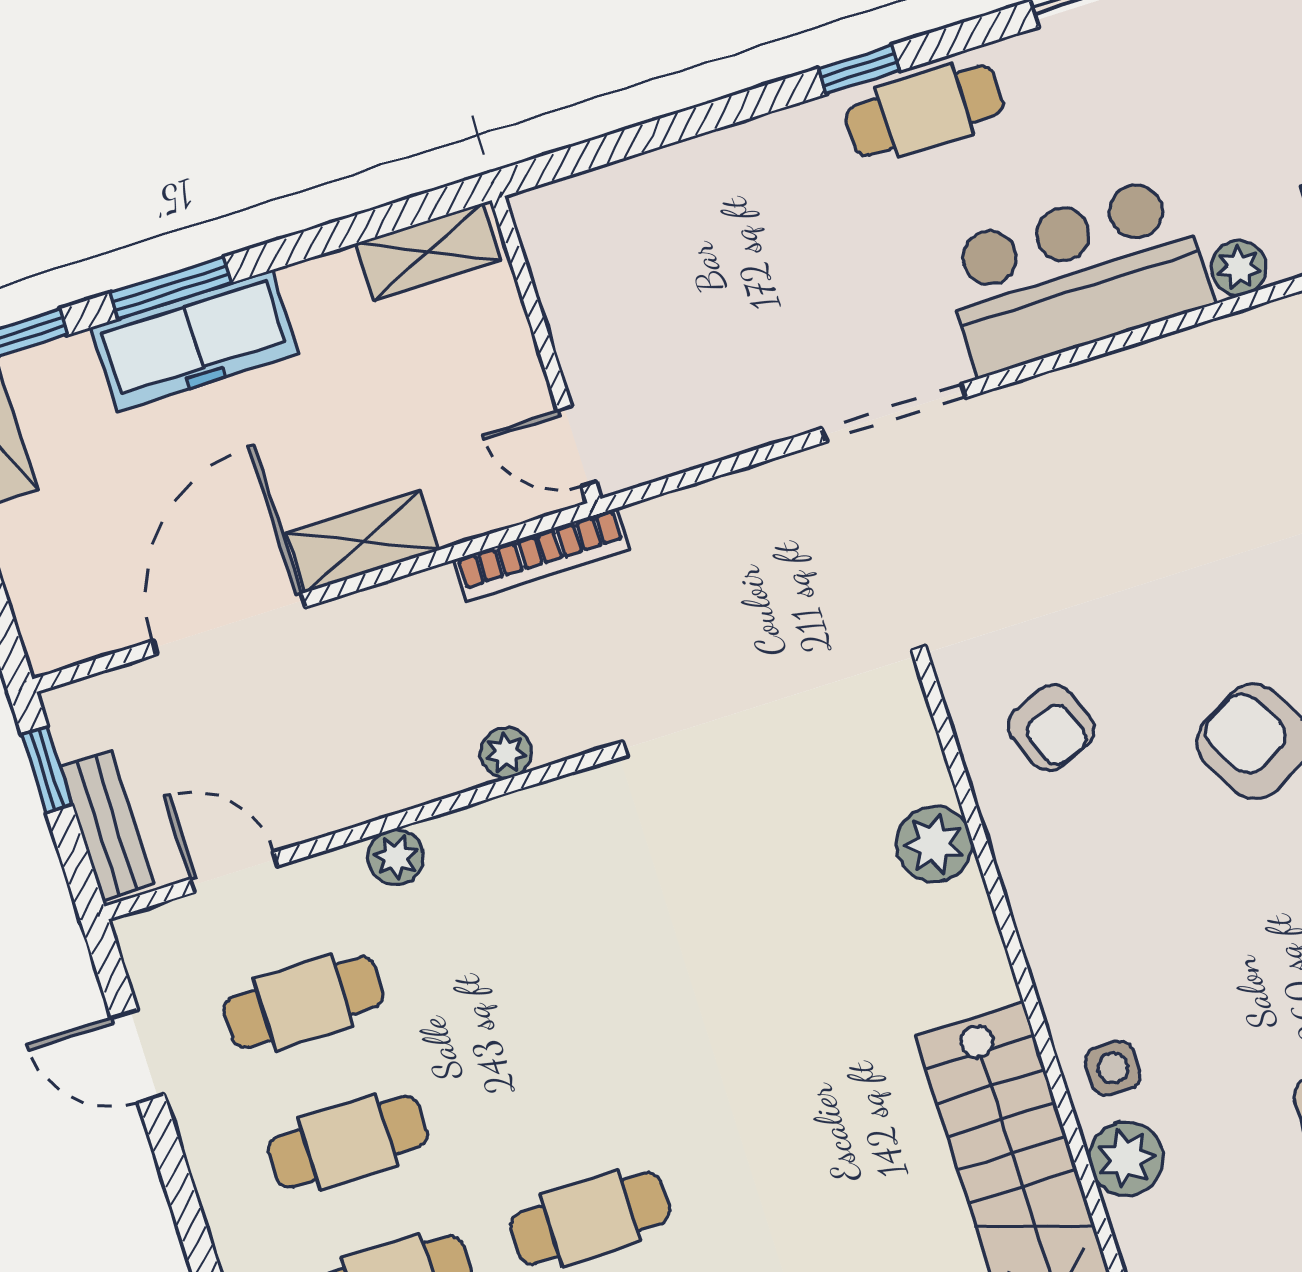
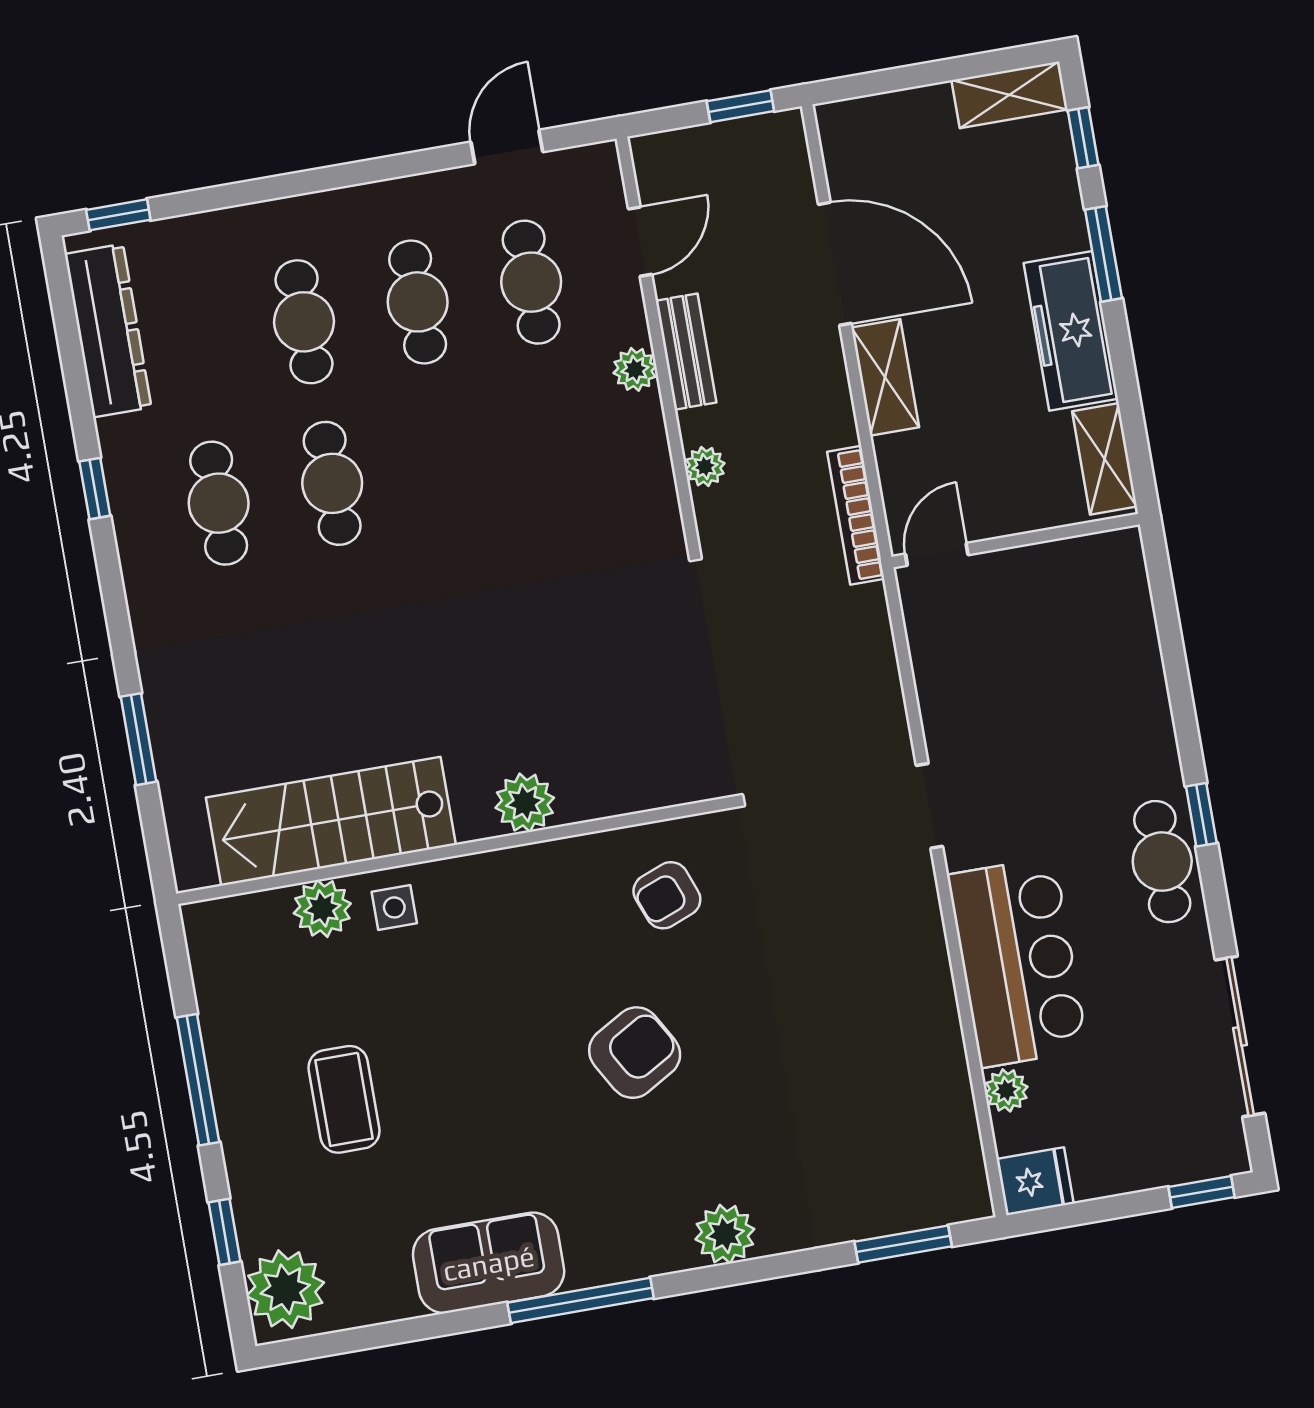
freezer: (194, 341) -> (1071, 331), moved
doorway: (894, 413) -> (929, 806), width x0.73
bench: (107, 825) -> (686, 352), moved, turned 90
plant: (934, 844) -> (525, 803), moved

